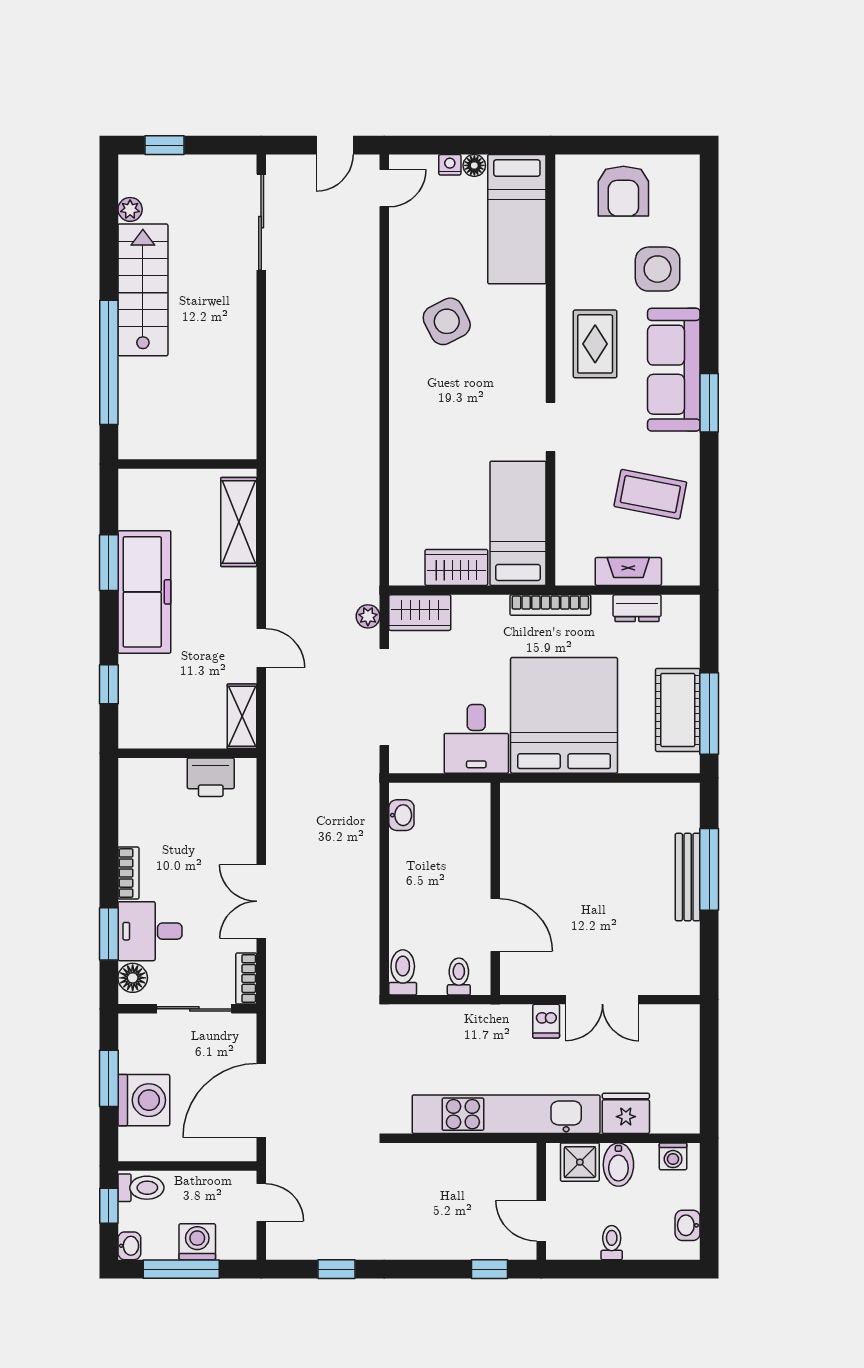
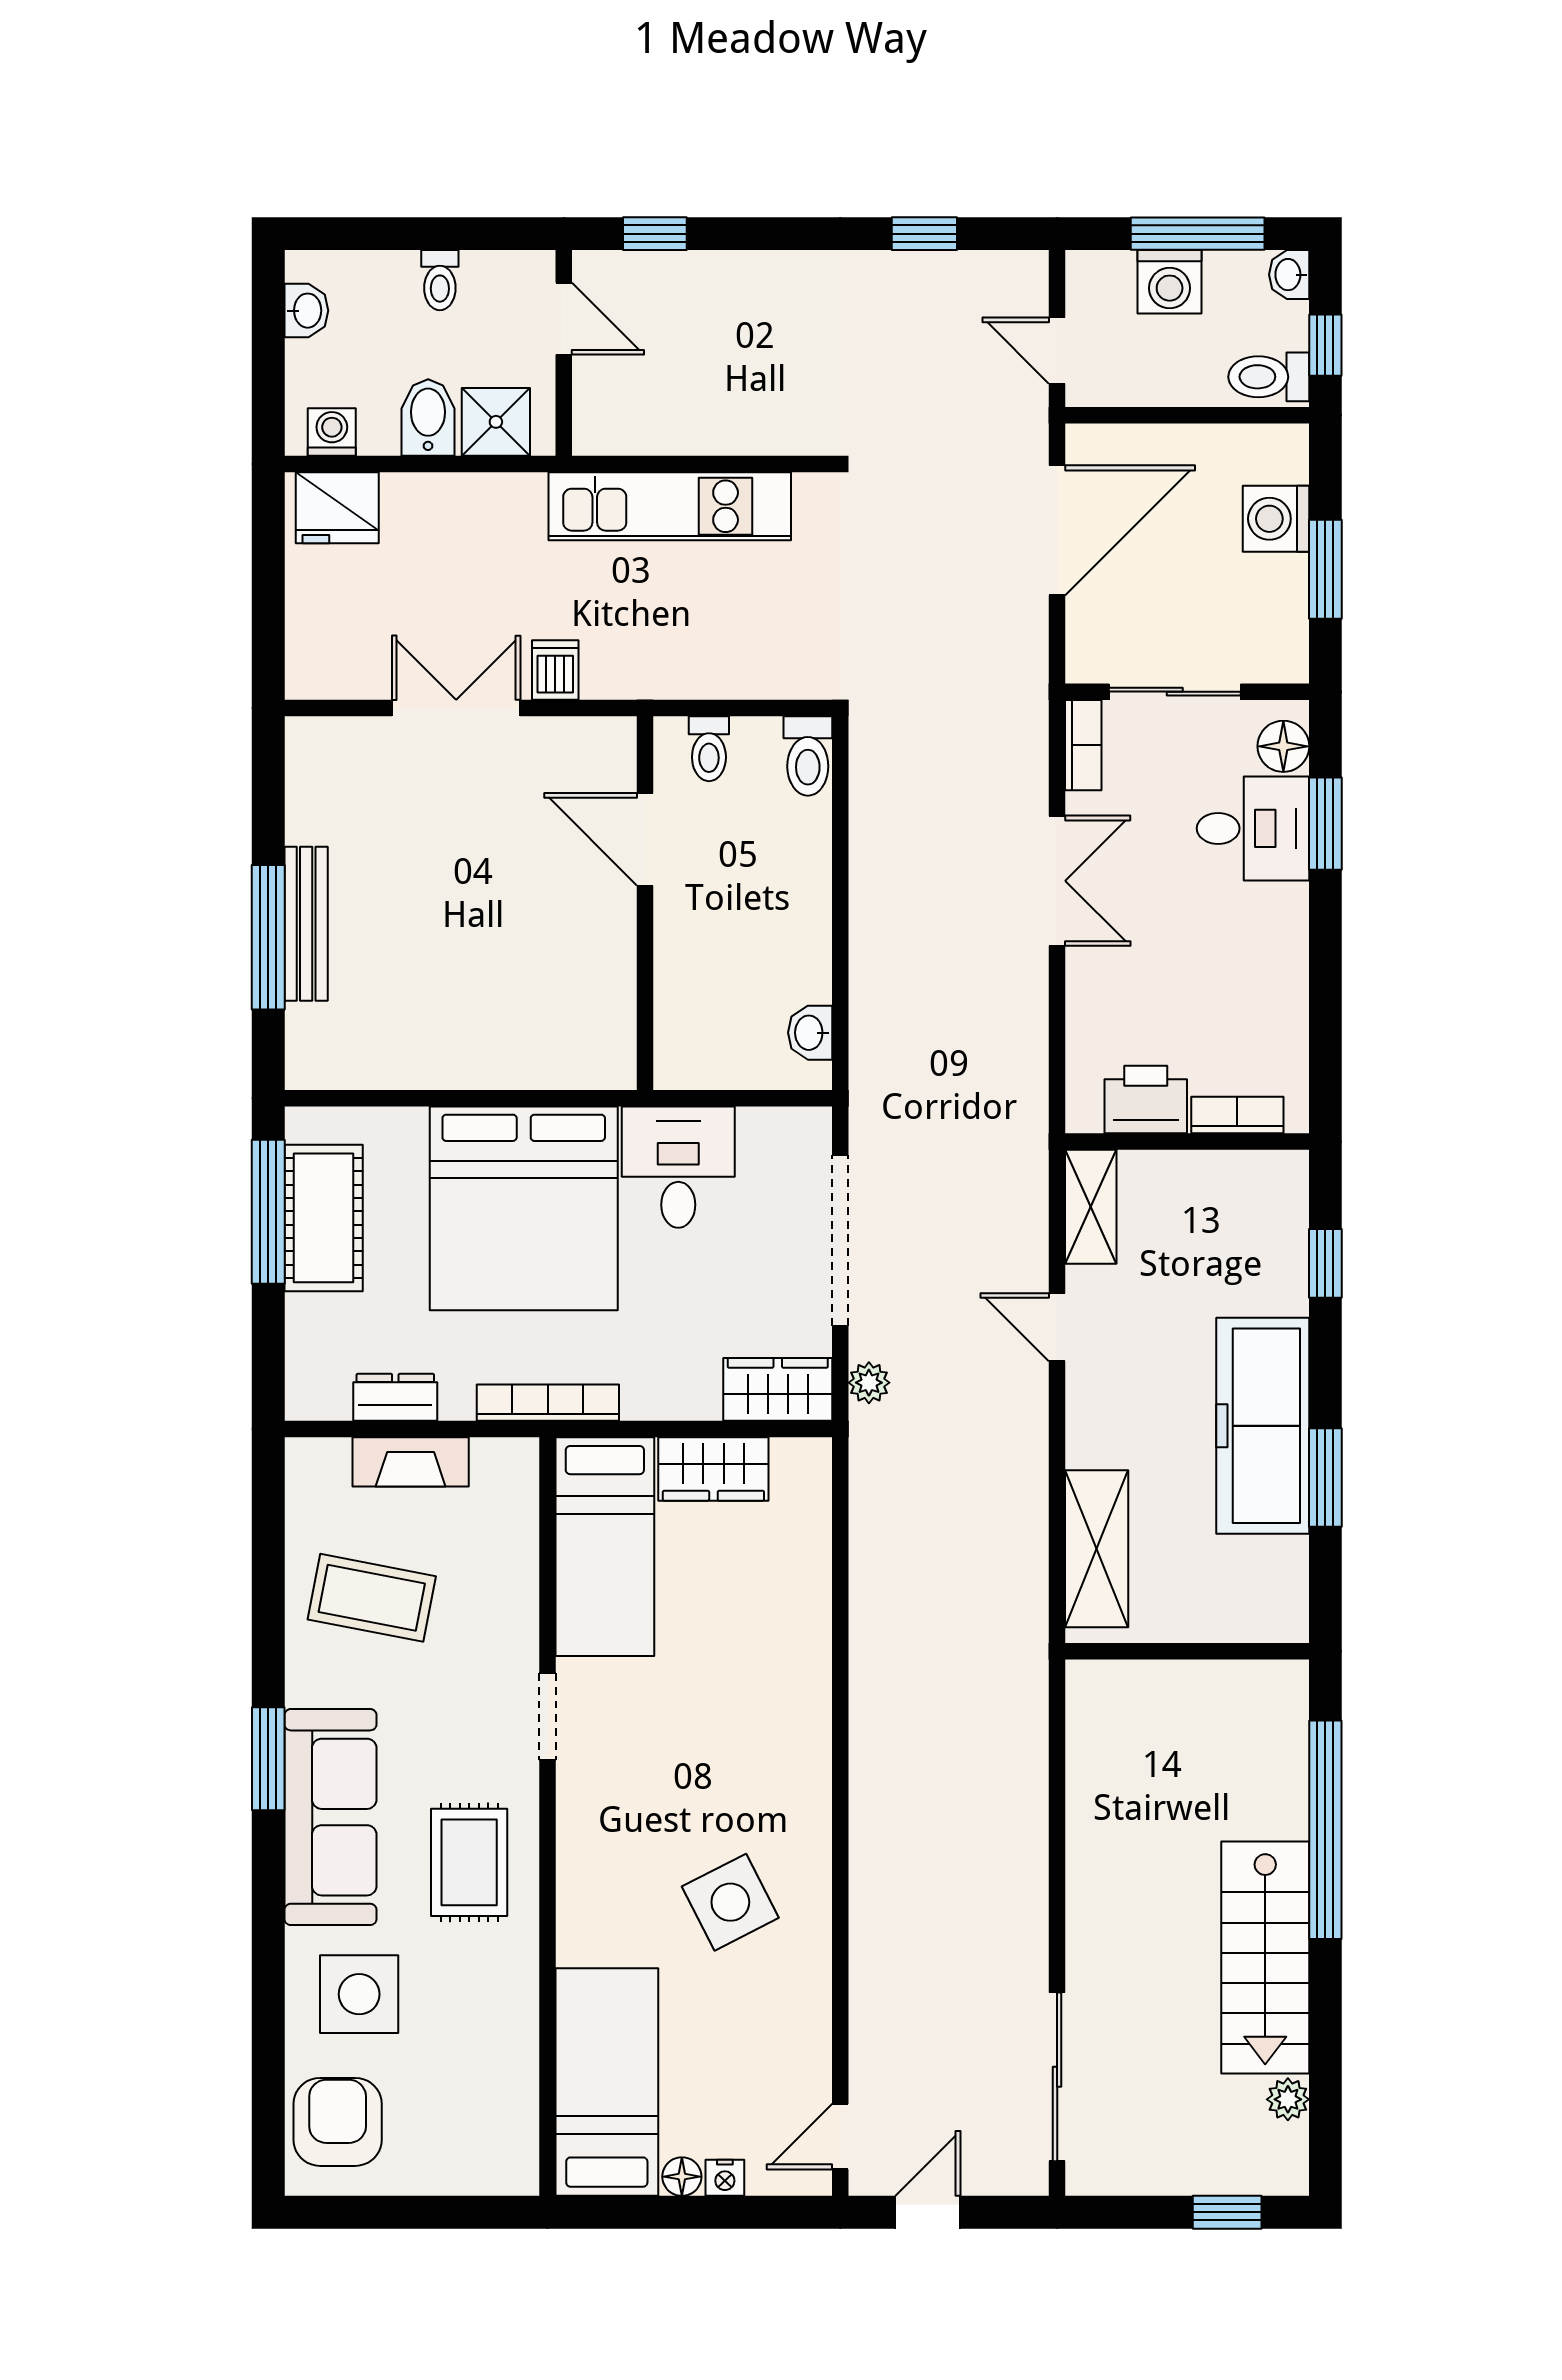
armchair: (623, 191) -> (338, 2122), moved
bookcase: (128, 873) -> (1237, 1115), moved, turned 90
washing machine: (144, 1100) -> (1276, 519), width x0.73, depth x0.73
fridge: (626, 1113) -> (337, 508), moved
kitchen unit: (506, 1114) -> (670, 506), width x0.73

